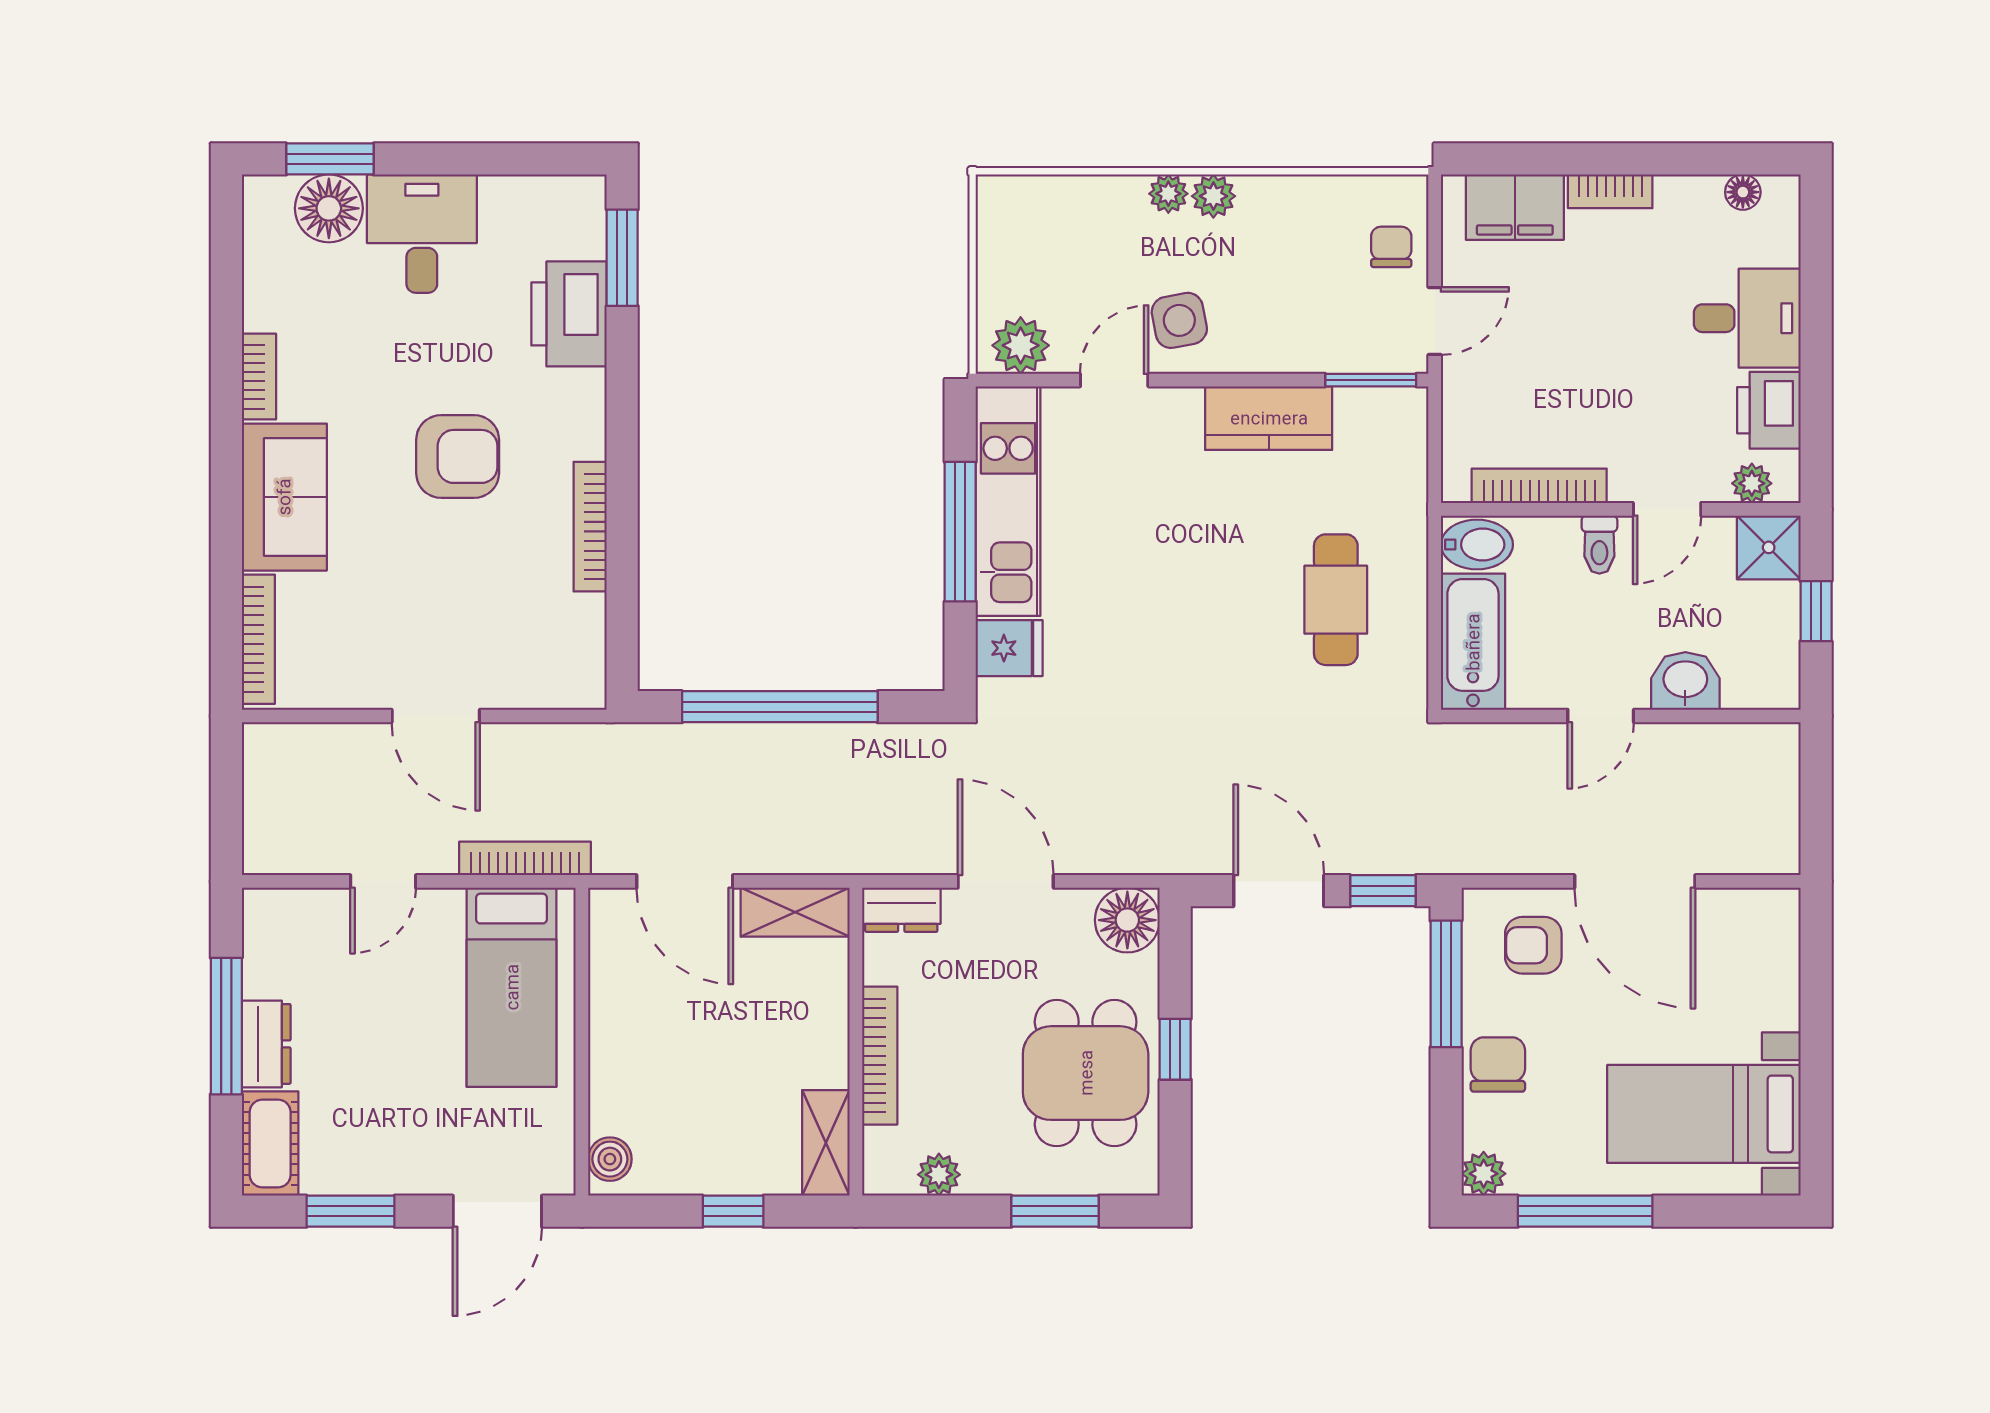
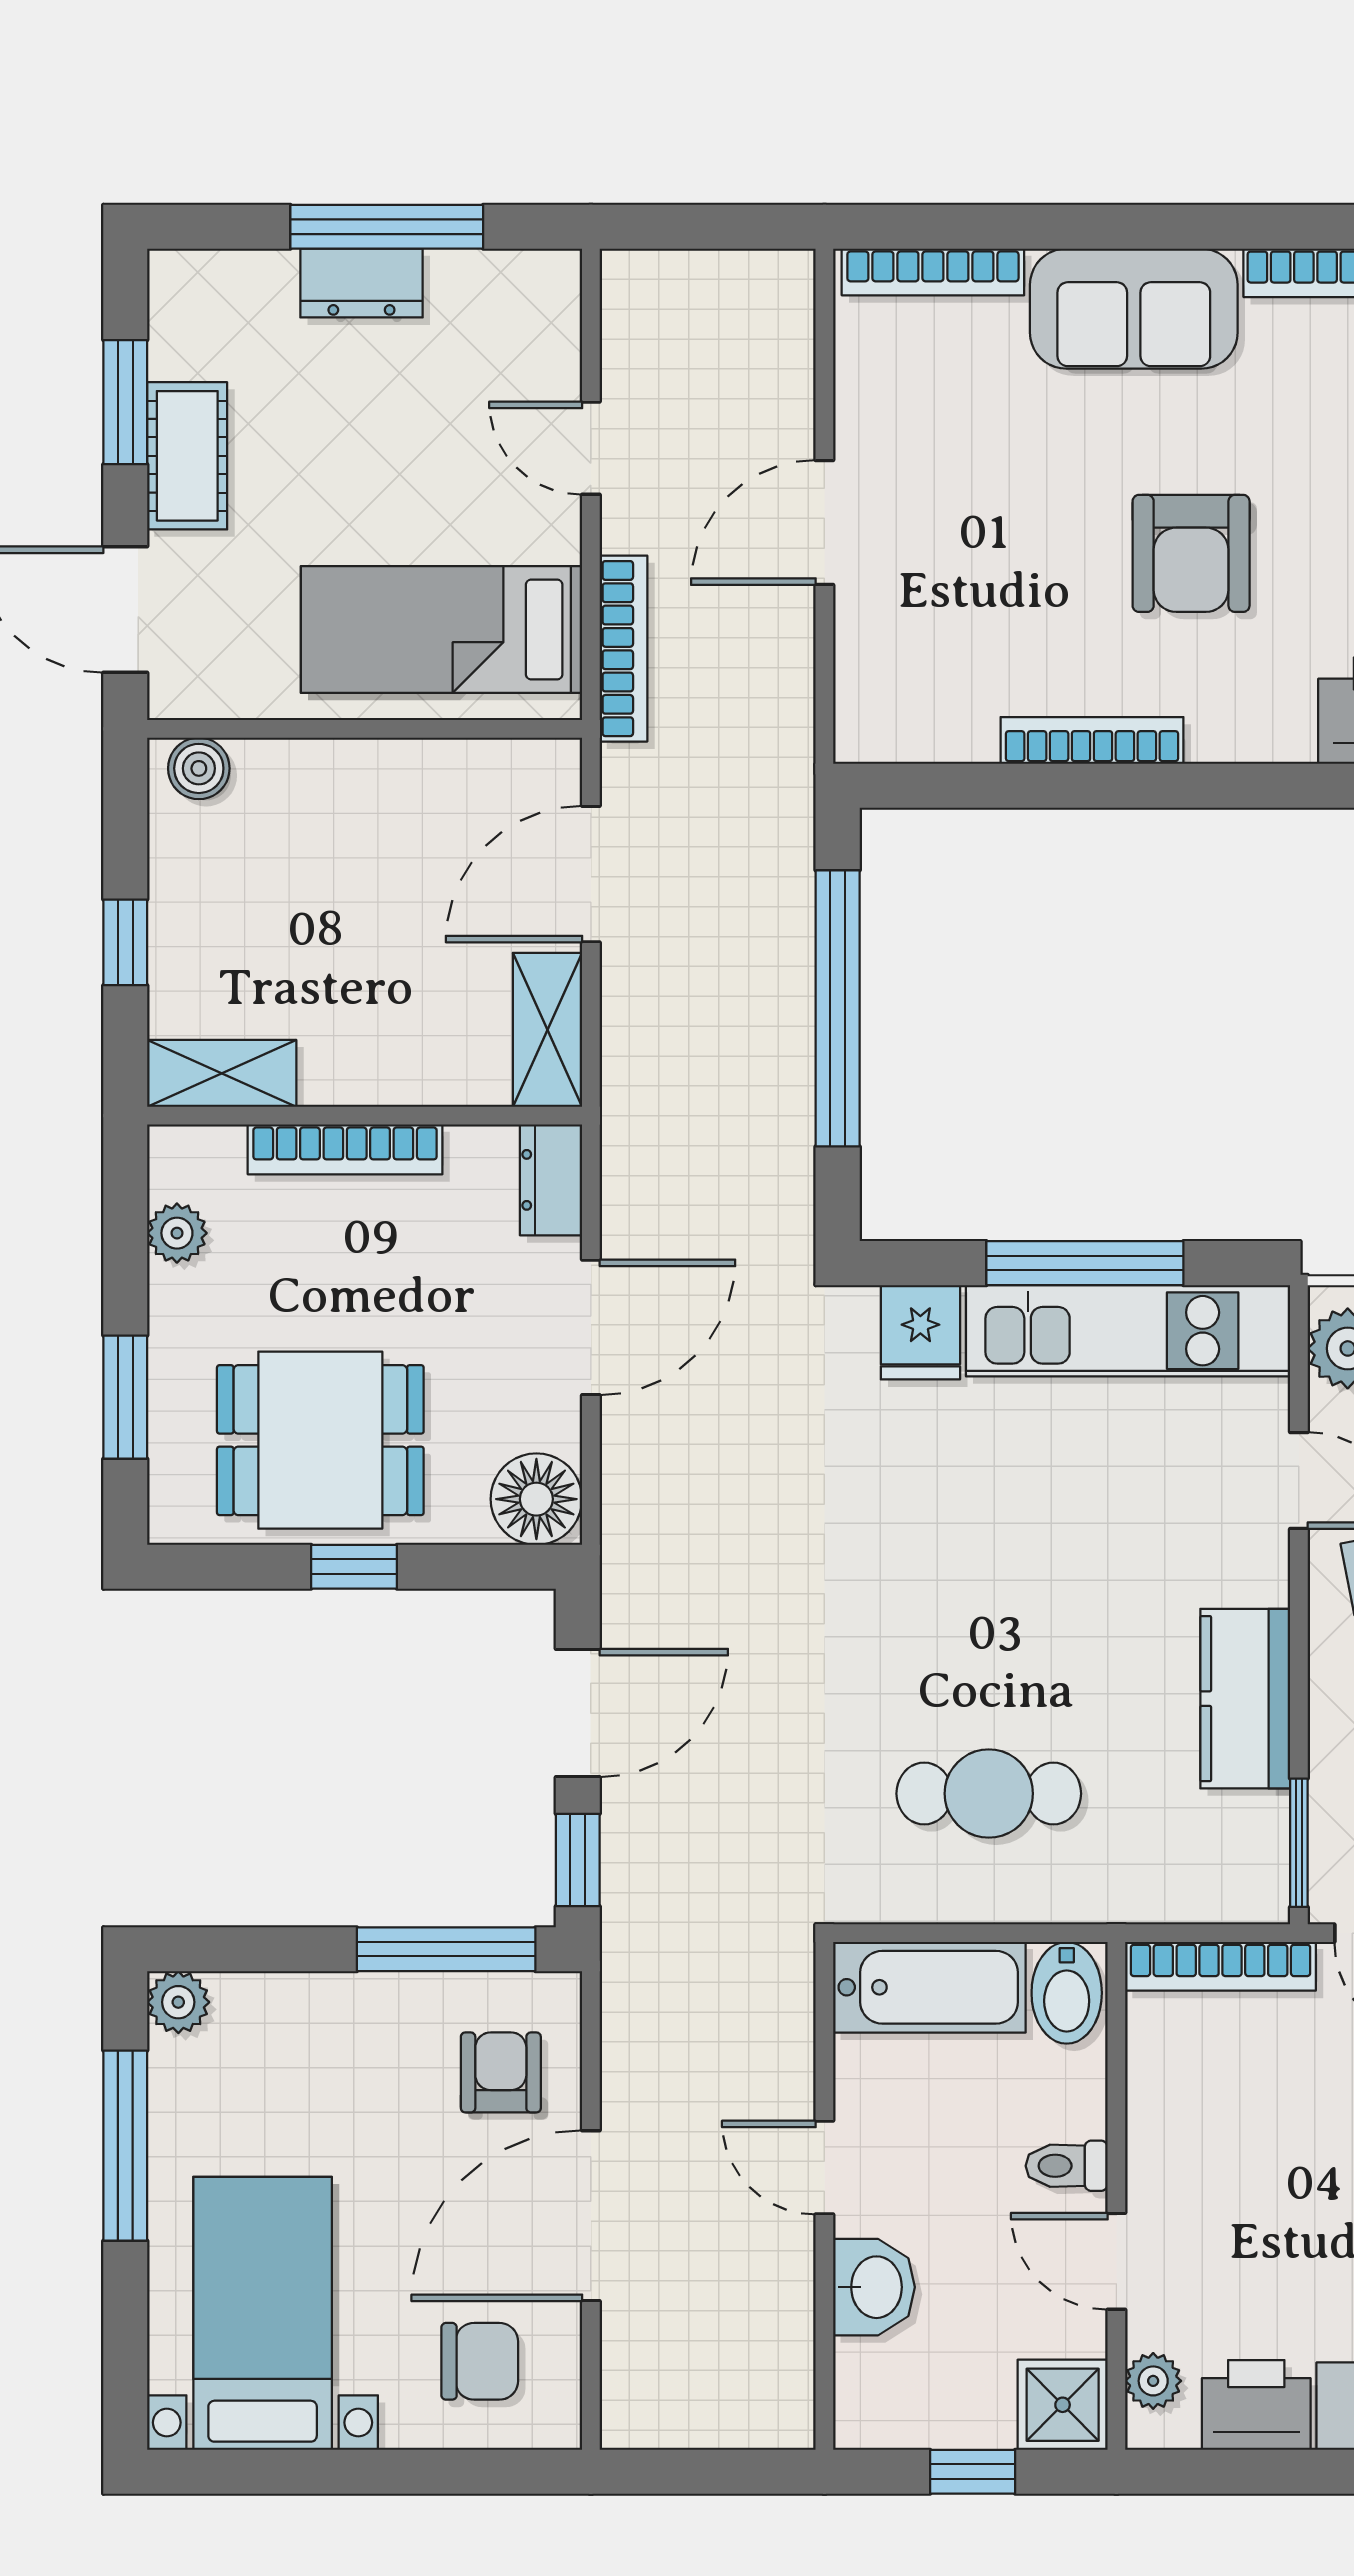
bookcase: (1539, 486) -> (1221, 1966), moved, turned 90
chair: (1498, 1064) -> (480, 2361), moved
cot: (270, 1144) -> (187, 456), moved, turned 90

